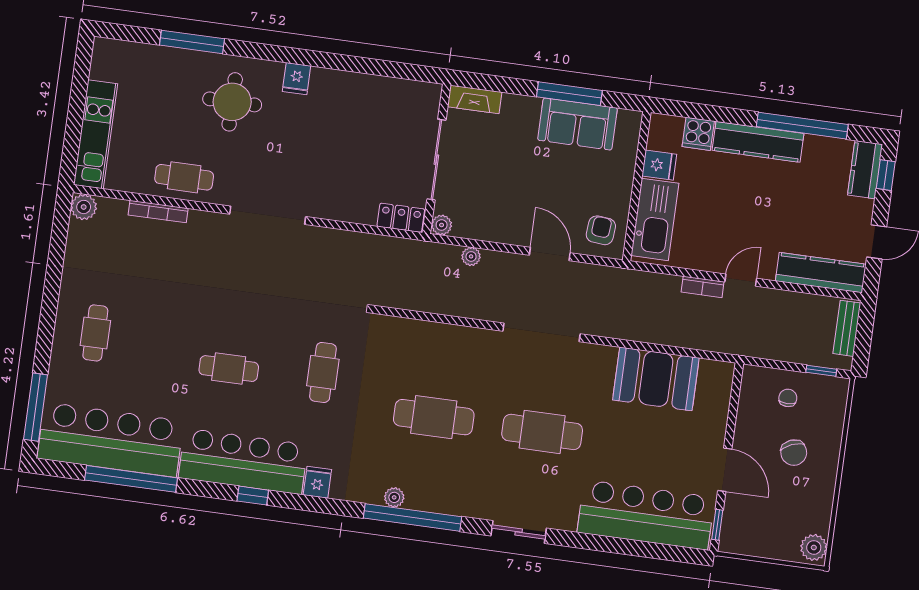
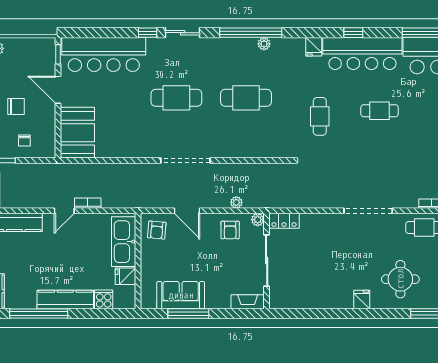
armchair: (487, 215) -> (230, 230), added
booth: (656, 379) -> (77, 133), moved, turned 90
chair: (794, 453) -> (16, 107), turned 112
window: (573, 539) -> (148, 33), added

